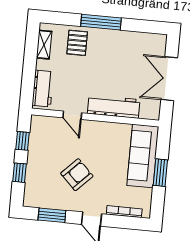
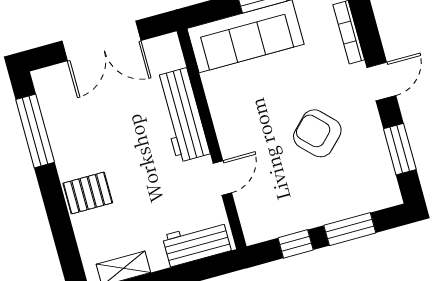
window: (101, 22) -> (35, 131), moved
pallet: (77, 43) -> (88, 193), moved
window: (20, 173) -> (350, 229), width x1.50

